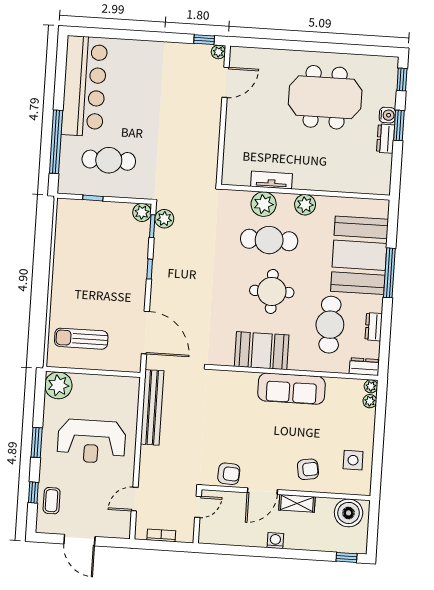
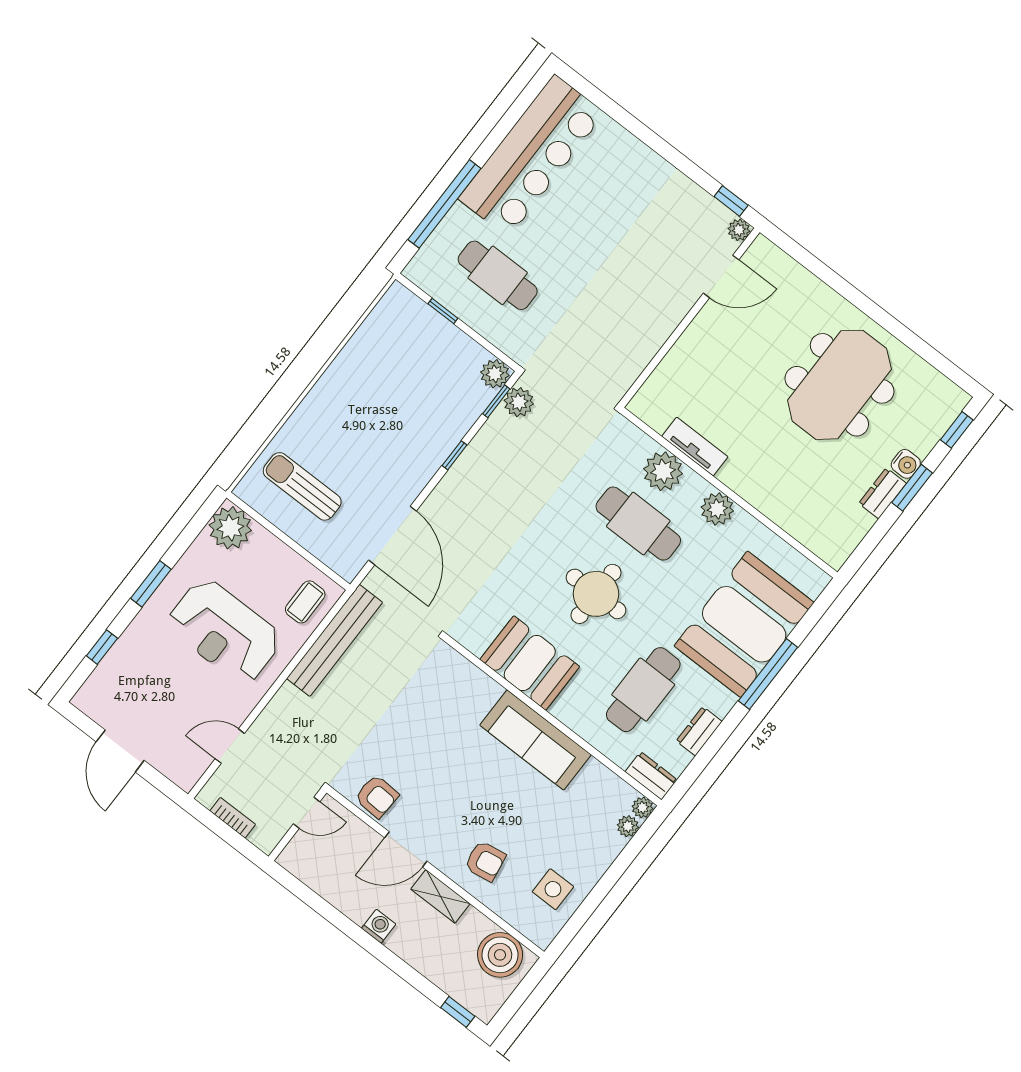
meeting table: (325, 97) -> (839, 385), turned 90
coffee table: (52, 501) -> (305, 602), moved

